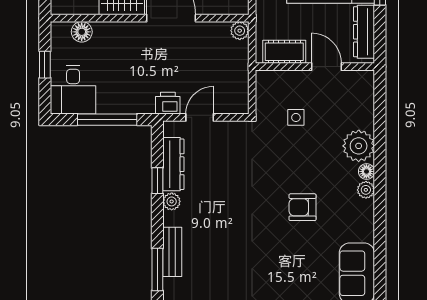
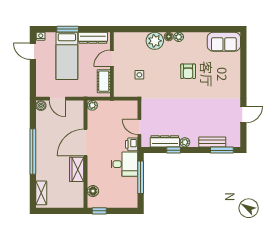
window: (45, 65) -> (99, 211), moved
desk: (73, 90) -> (124, 164), moved

